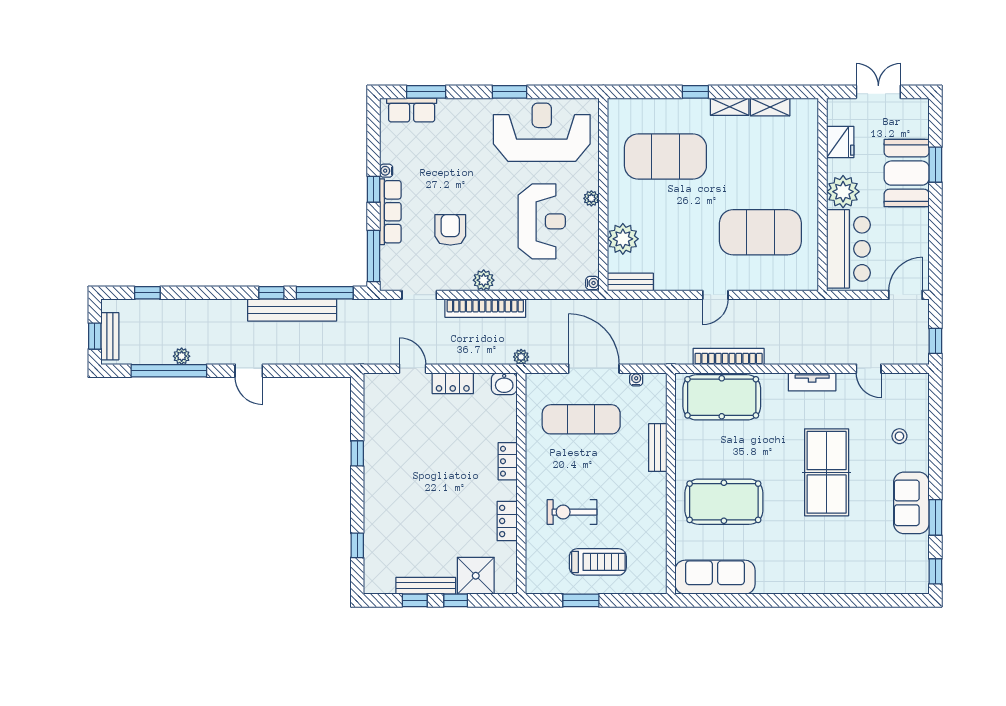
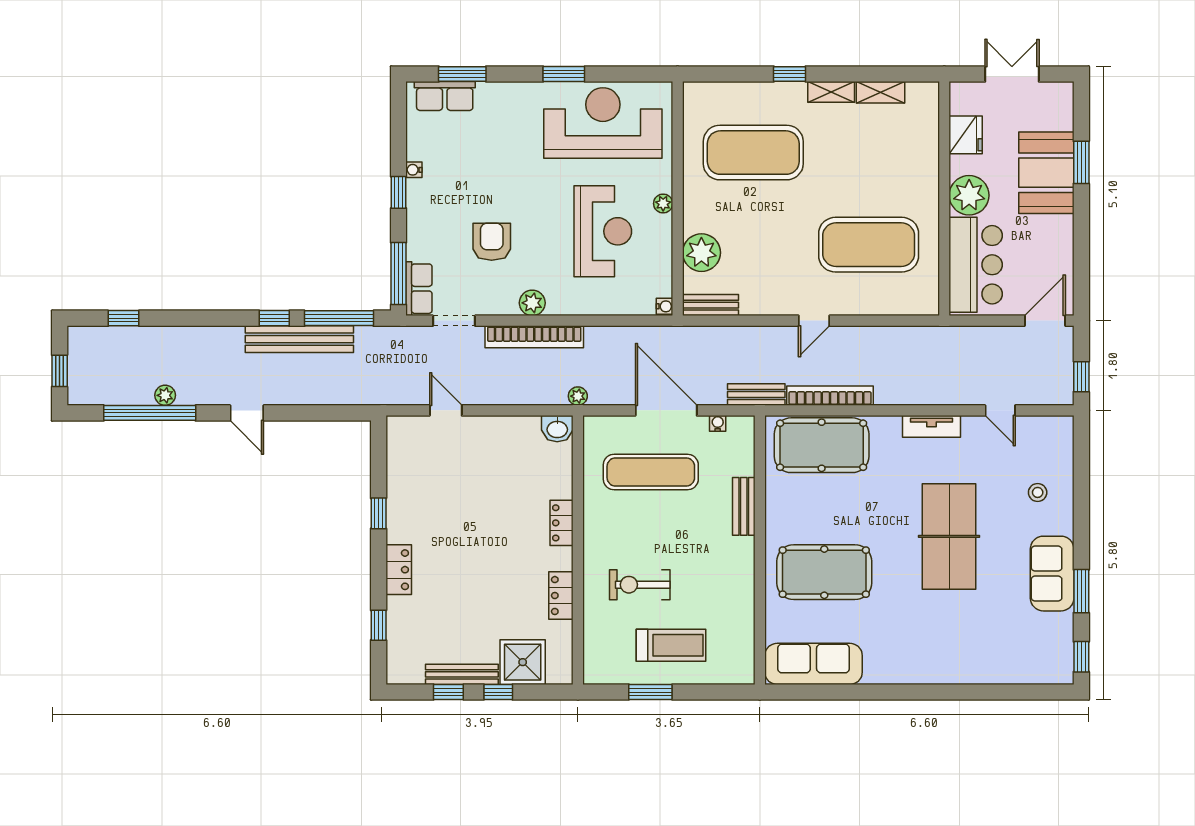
row of seats: (390, 212) -> (419, 289), moved, width x0.68
bench: (110, 336) -> (756, 395), moved, turned 90
locker: (453, 383) -> (399, 570), moved, turned -90

